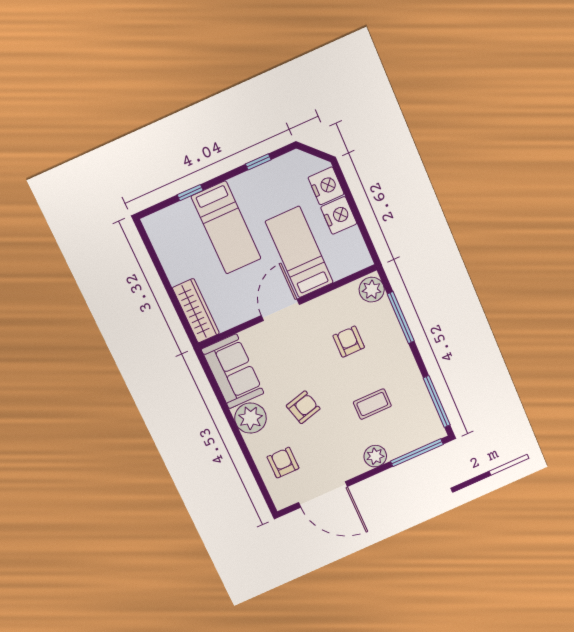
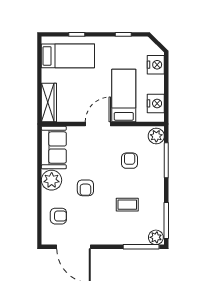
nightstand: (339, 215) -> (156, 103), moved
bed: (226, 228) -> (68, 56), moved, turned -90
armchair: (303, 407) -> (85, 188), turned 105
plant: (375, 456) -> (156, 237), moved
armchair: (283, 463) -> (58, 216), turned 90

